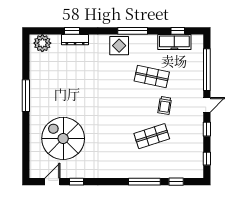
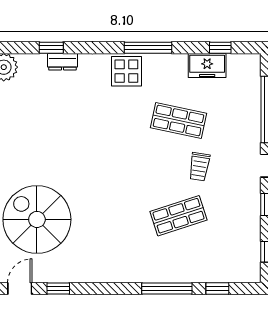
dresser: (75, 40) -> (62, 62), width x0.70
freezer: (174, 42) -> (207, 65), width x0.71

